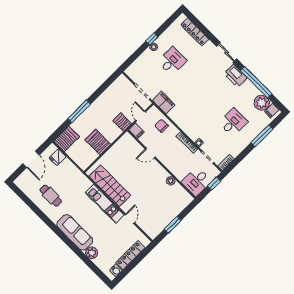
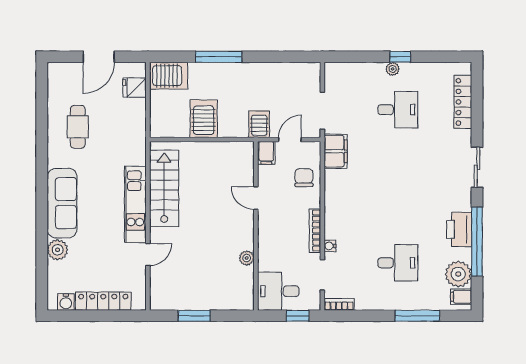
printer: (235, 76) -> (459, 229), moved

